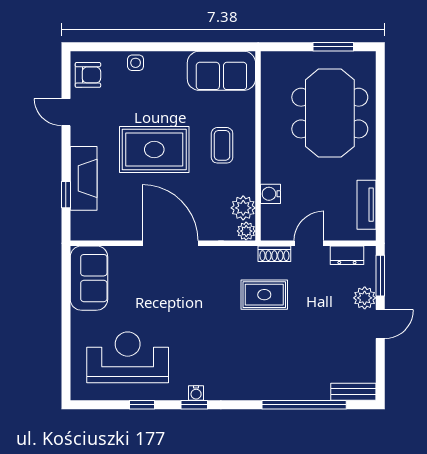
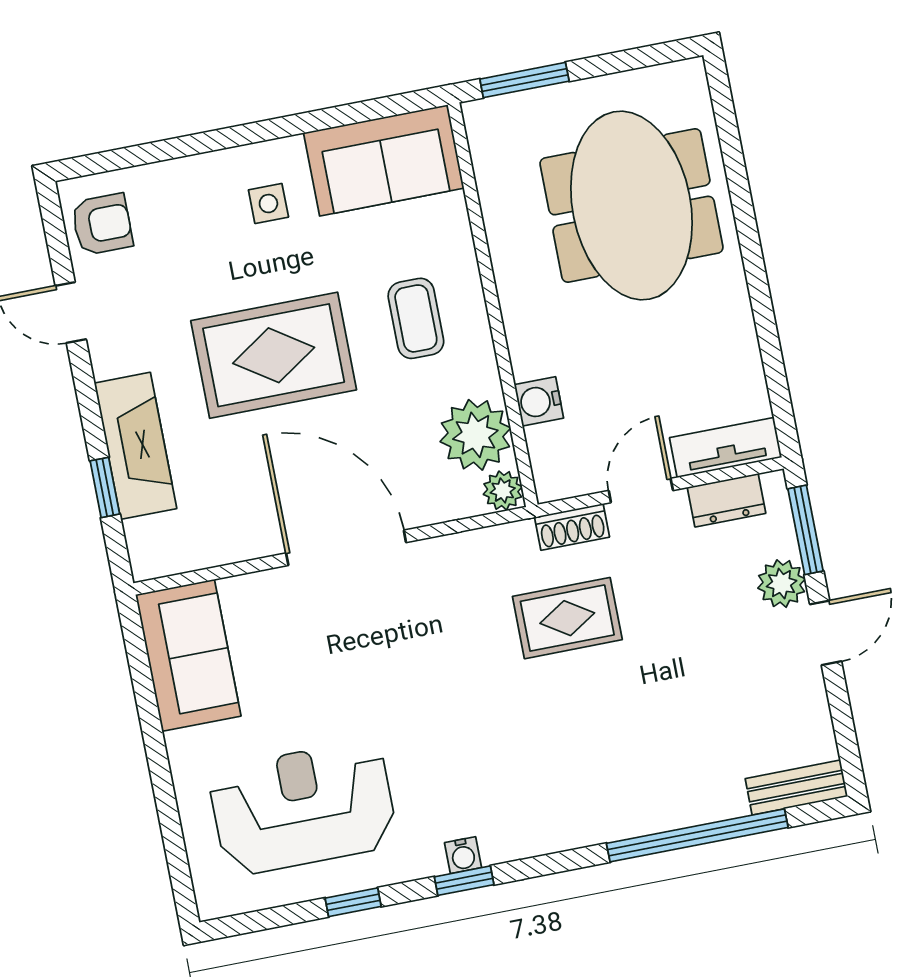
window: (333, 47) -> (524, 80), moved
side table: (136, 63) -> (268, 204), moved
tv unit: (366, 205) -> (726, 447), moved, turned 90
plant: (243, 208) -> (475, 435), width x1.36, depth x1.36

